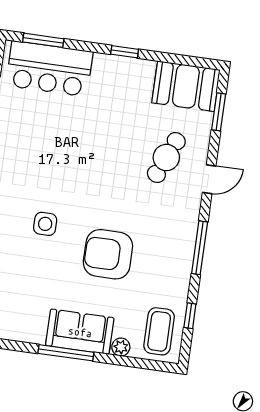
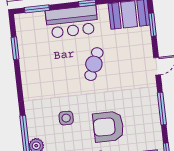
bar counter: (49, 69) -> (72, 22), moved
cafe table: (166, 158) -> (94, 64), moved

